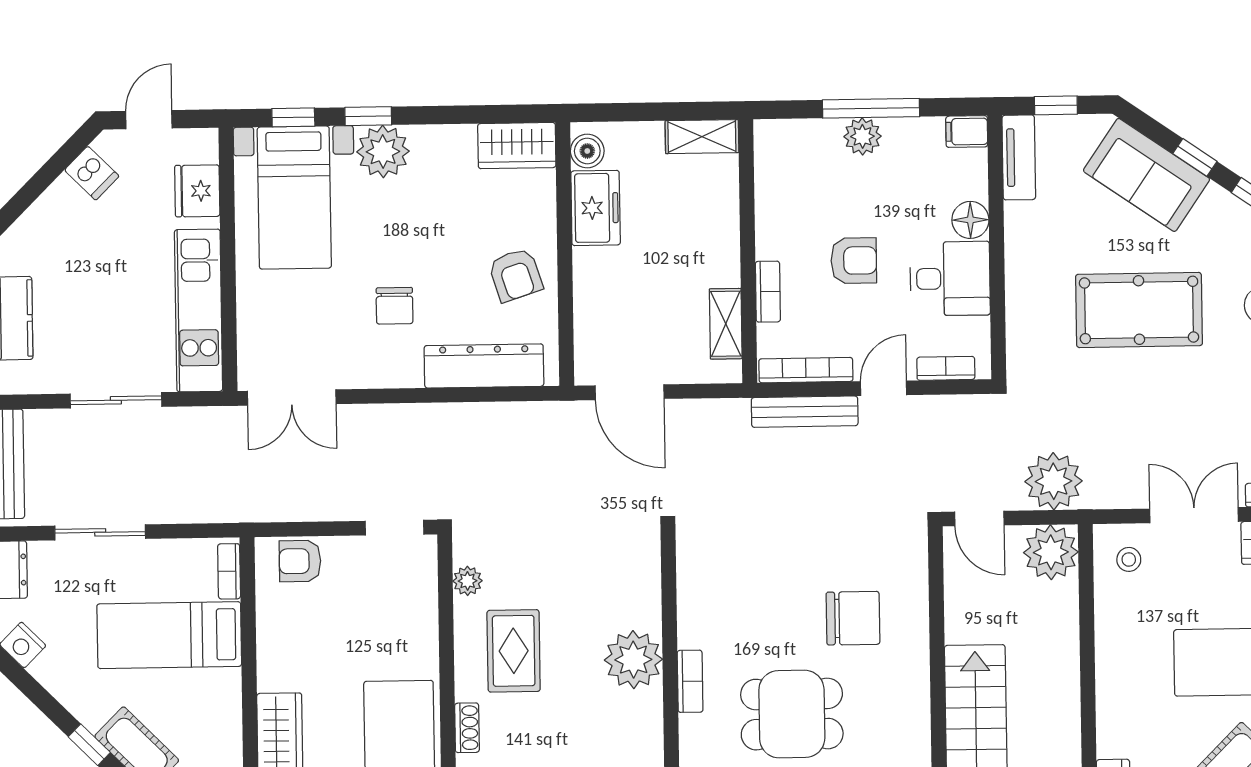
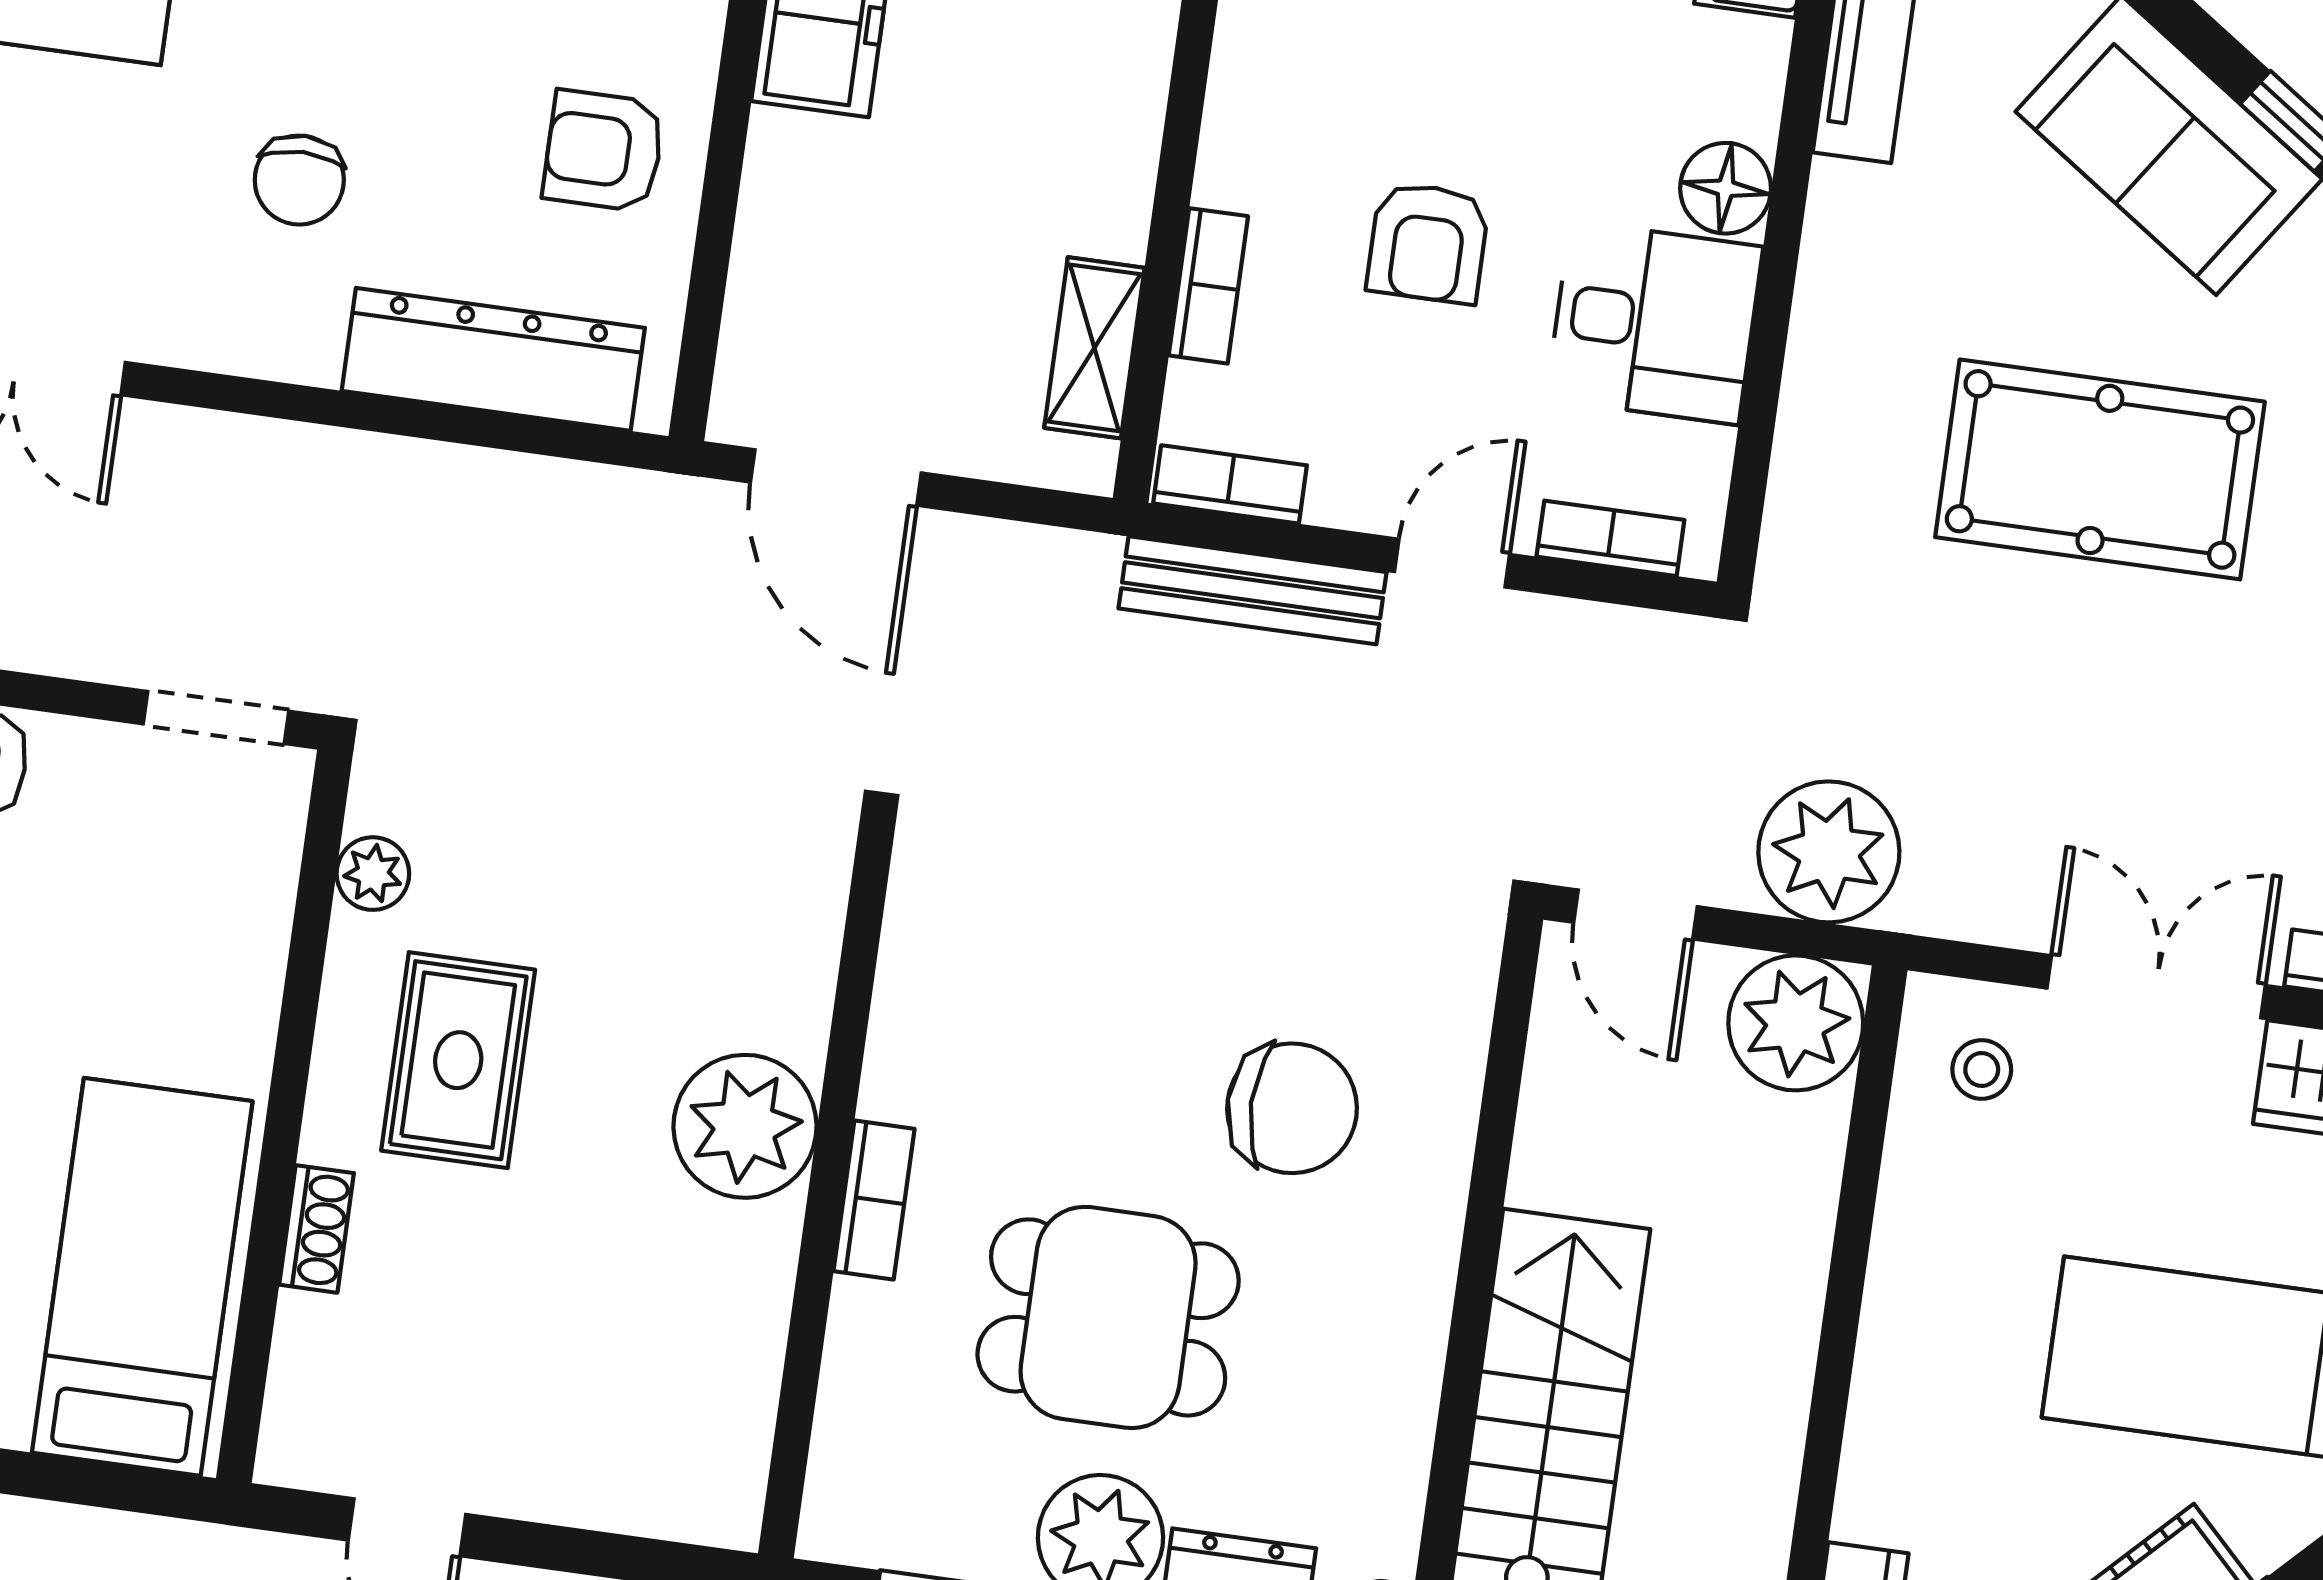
armchair: (854, 261) -> (1428, 243), turned 90
armchair: (516, 275) -> (604, 151), turned 108
bookcase: (806, 370) -> (1230, 484), width x0.64

